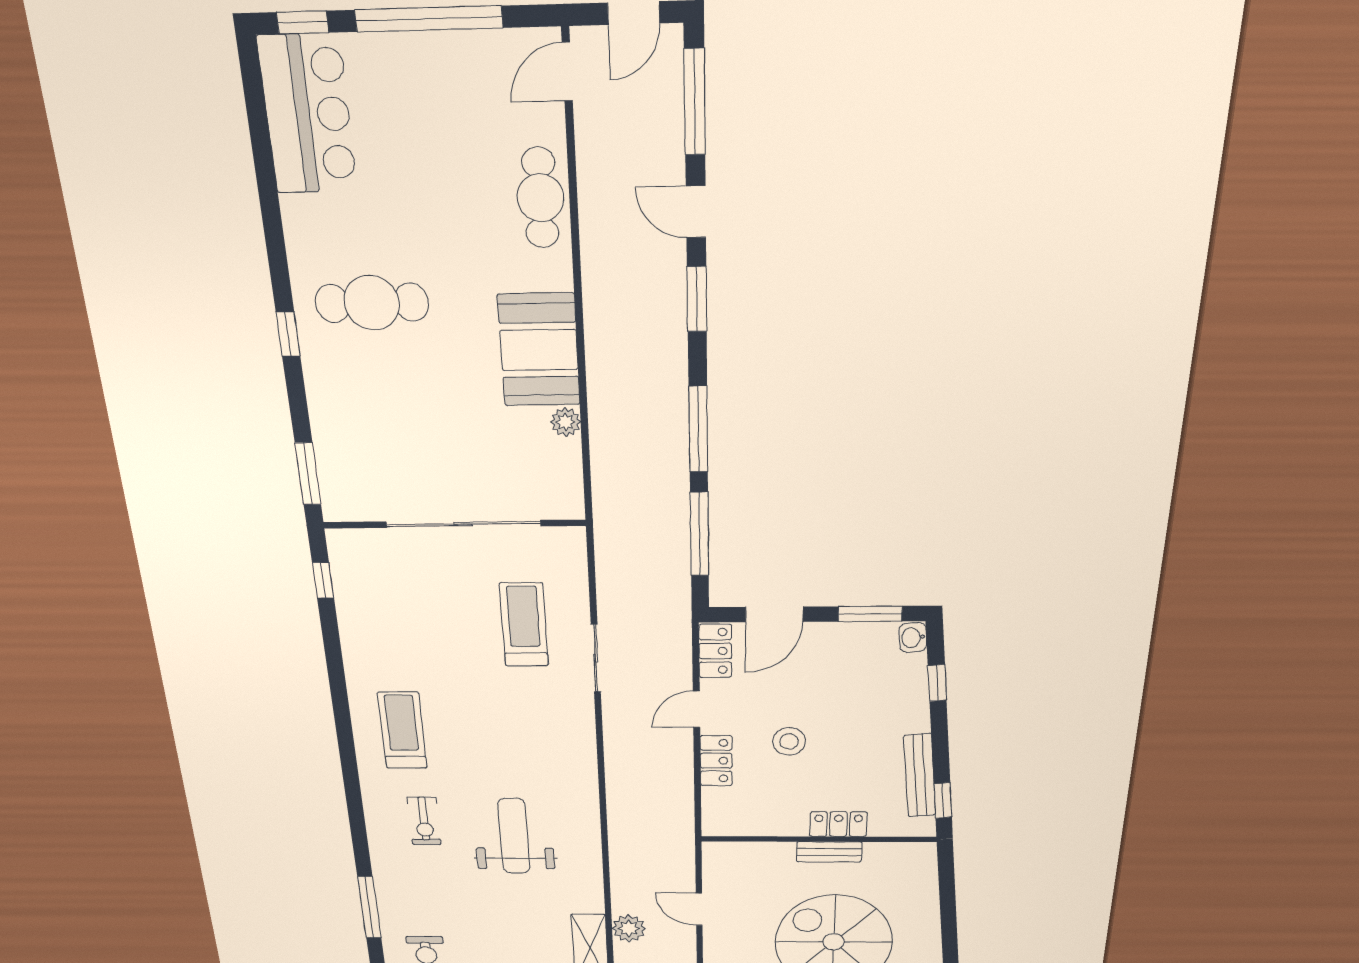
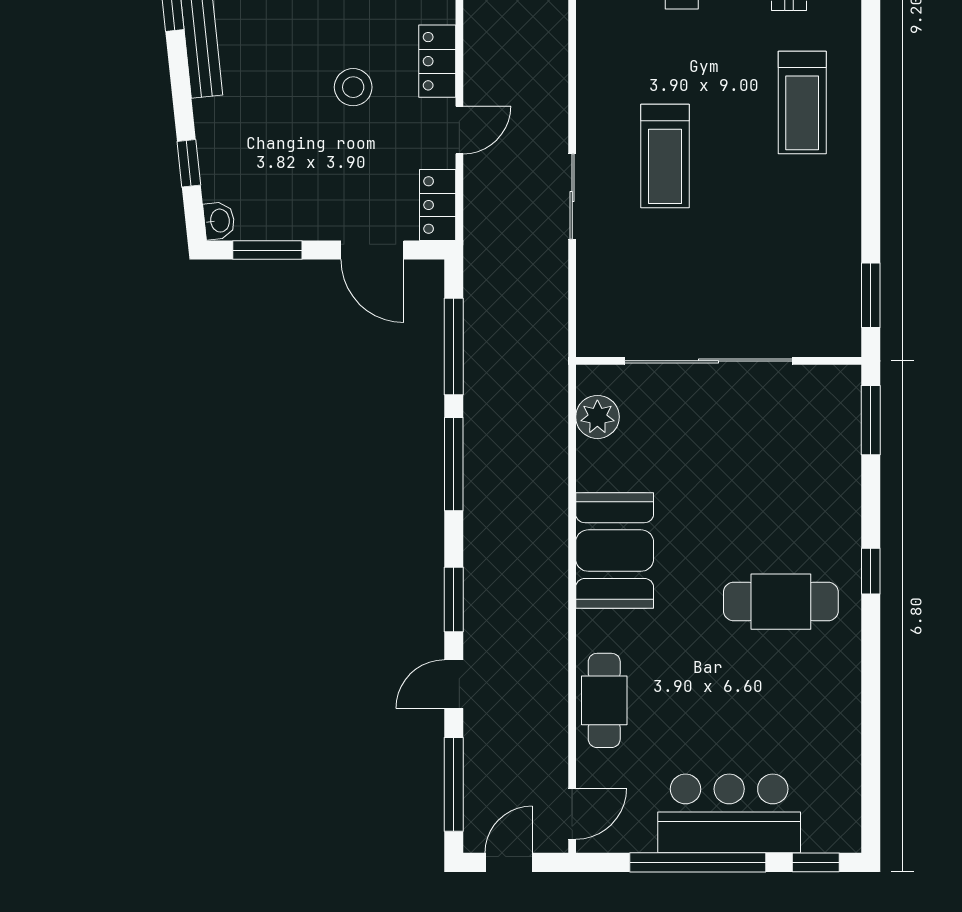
bar counter: (308, 115) -> (729, 813), moved, turned 90
door: (696, 212) -> (454, 684), swing flipped
plant: (566, 422) -> (597, 417), moved, width x1.38, depth x1.38
window: (323, 580) -> (871, 295), width x1.50
door: (774, 614) -> (372, 250), swing flipped
treadmill: (524, 625) -> (665, 156), moved

